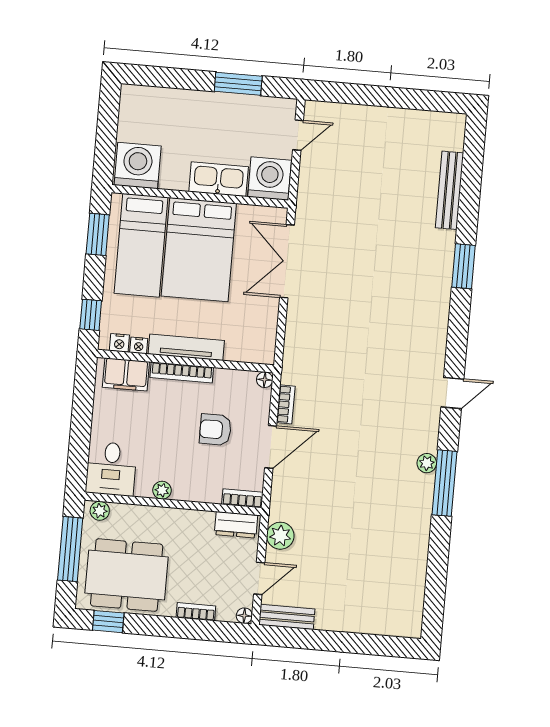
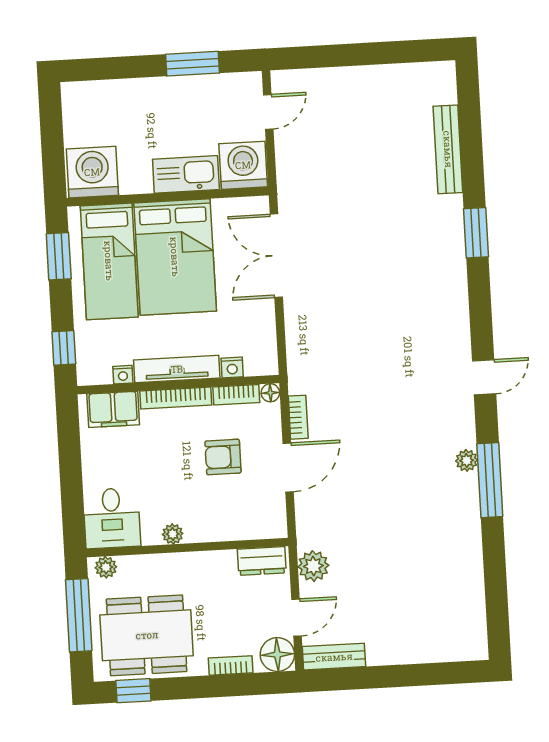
nightstand: (119, 343) -> (232, 367), moved
bookcase: (242, 498) -> (236, 395), moved, turned 180
floor lamp: (244, 616) -> (277, 654), width x1.89, depth x1.89

